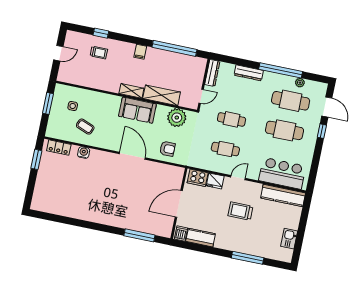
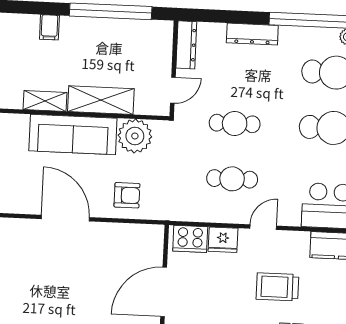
sofa: (137, 110) -> (73, 135), width x1.36

